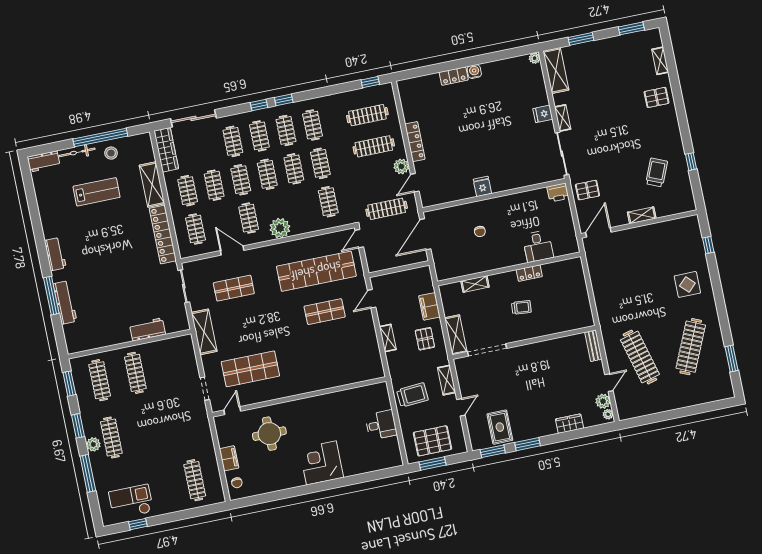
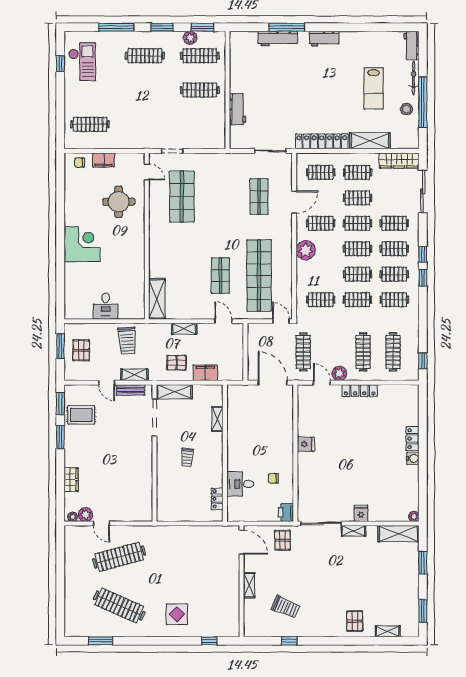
chair: (480, 231) -> (273, 478), moved
locker: (529, 273) -> (217, 499), moved
shelving: (204, 332) -> (157, 299), moved, turned 90
bench: (593, 346) -> (131, 390), moved
pallet: (432, 441) -> (81, 350), width x0.67, depth x0.71
plant: (93, 444) -> (190, 38), moved

